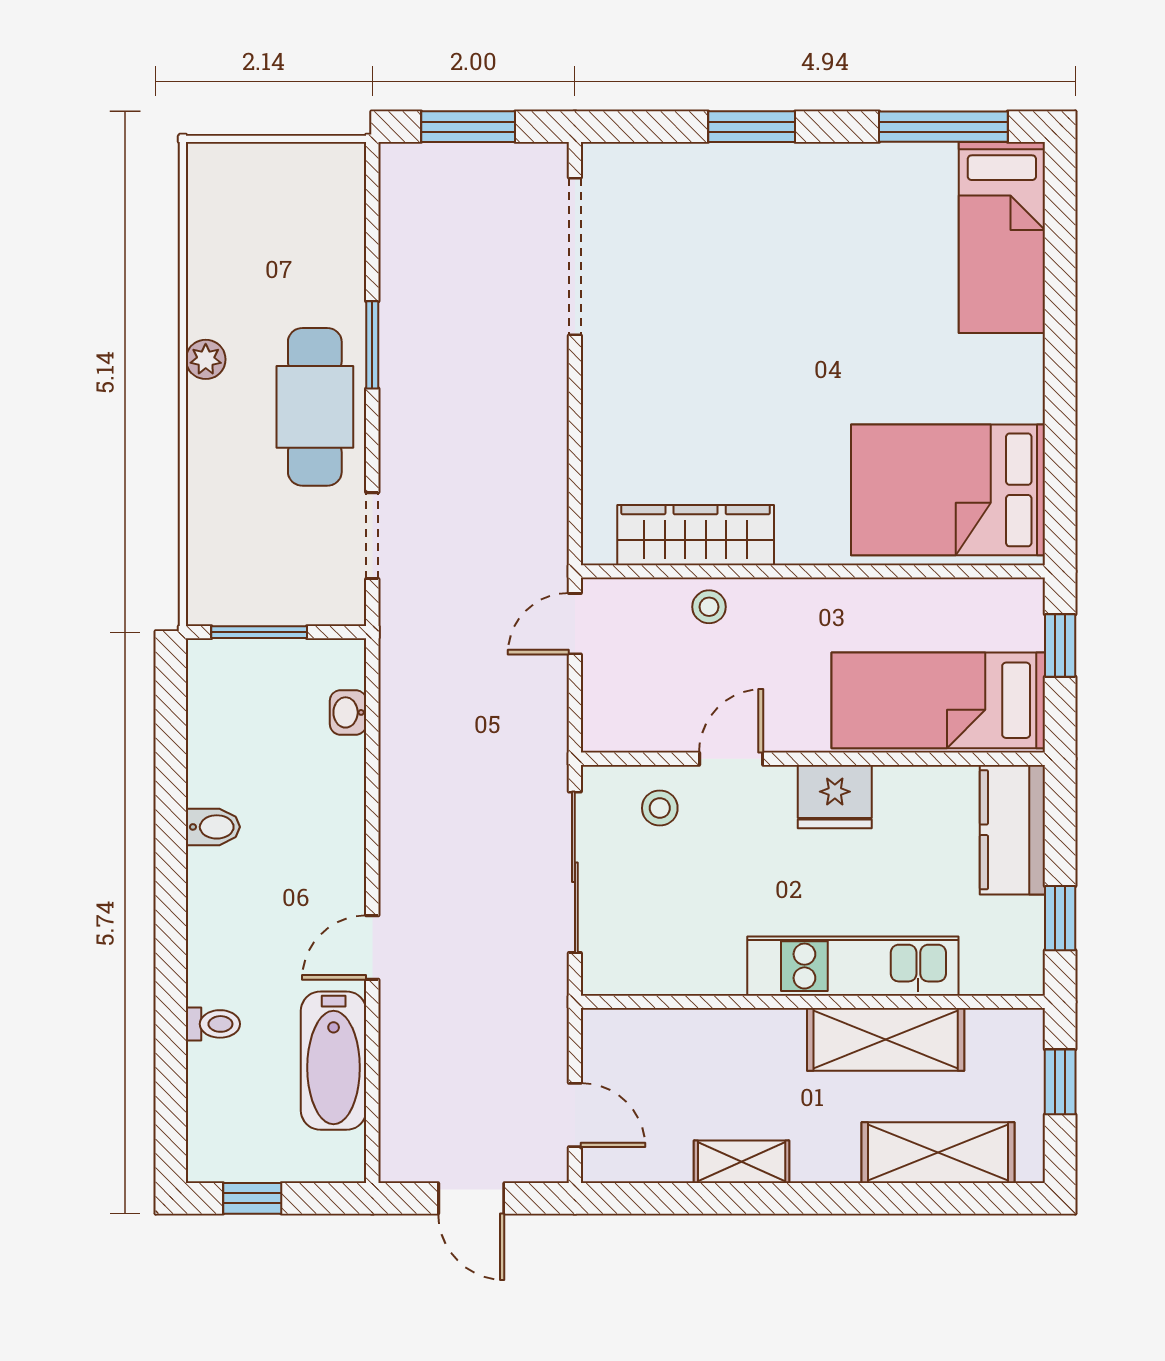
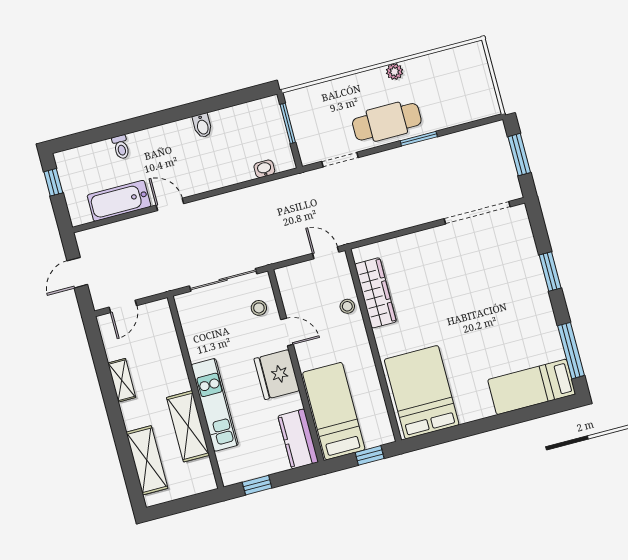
fridge: (835, 797) -> (277, 375), width x1.36, depth x1.34
kitchen counter: (1012, 830) -> (298, 439), moved, turned -90
window: (1060, 1082) -> (190, 503), removed

